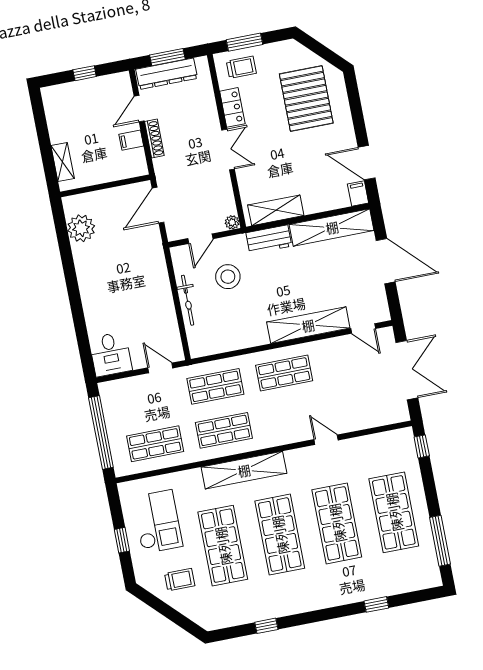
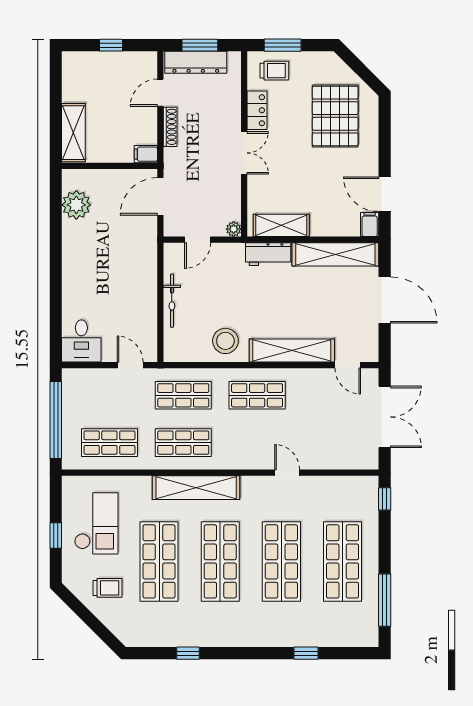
filing cabinet: (131, 140) -> (146, 154), moved
shelving: (63, 162) -> (73, 133), width x1.50, depth x1.33
stool: (228, 277) -> (225, 341), moved

